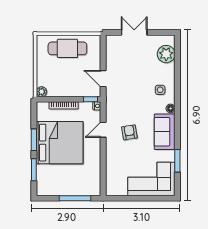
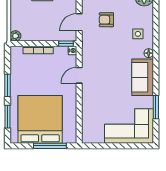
door: (103, 79) -> (79, 22), hinge flipped
armchair: (129, 132) -> (106, 20), moved, turned -81
bed: (60, 143) -> (40, 119), moved, turned -90

